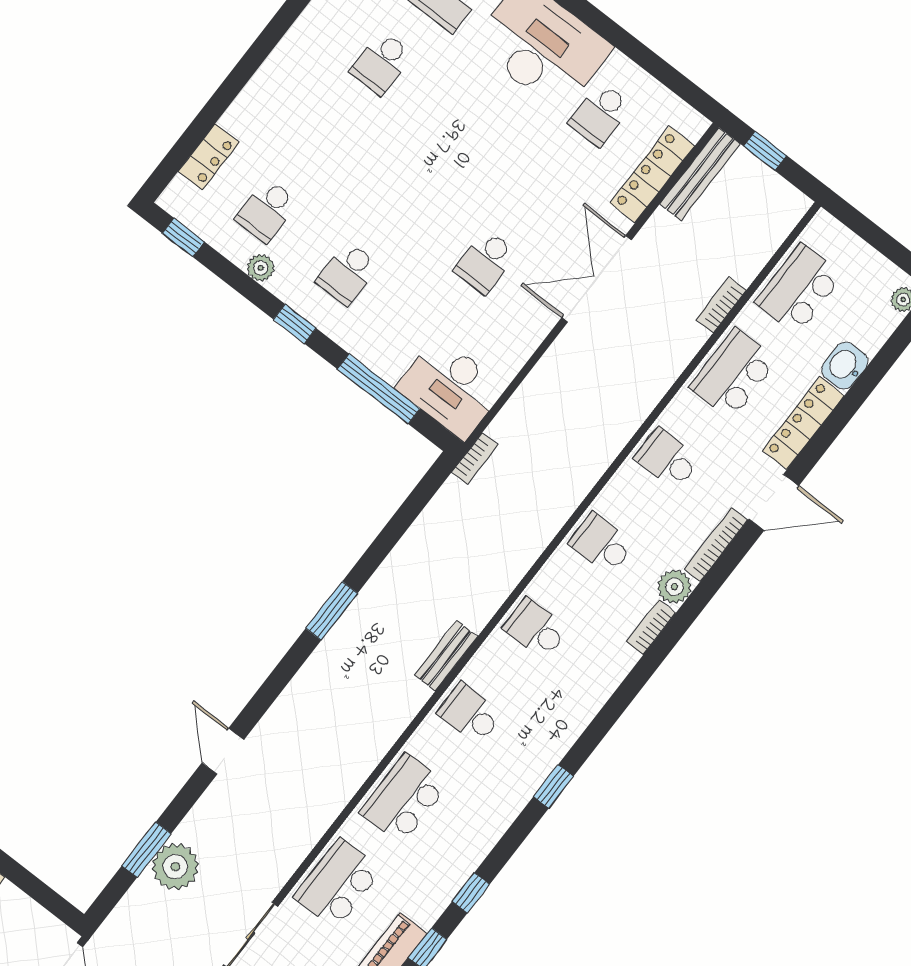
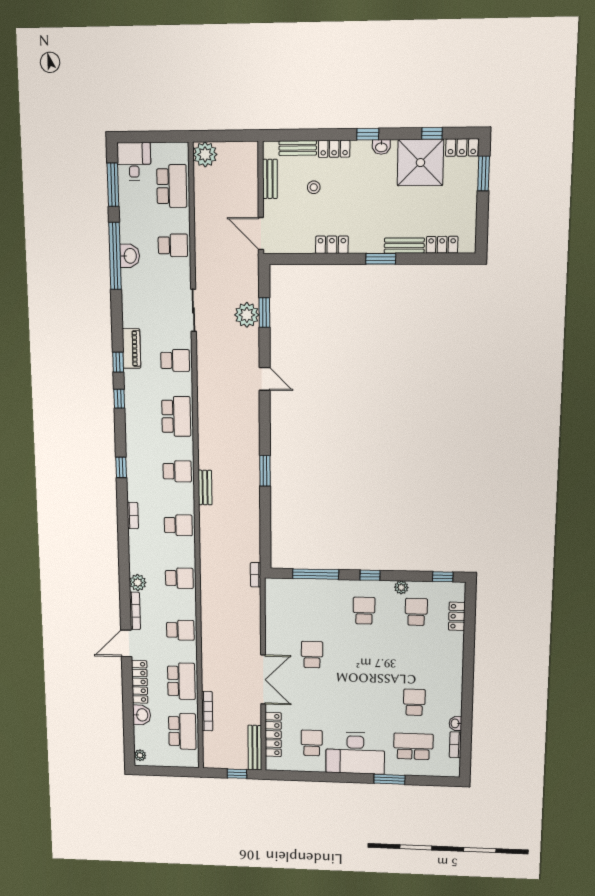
bookcase: (721, 305) -> (207, 711), width x1.56
desk: (450, 388) -> (287, 595), removed
bookcase: (651, 627) -> (133, 516), moved
school desk: (338, 884) -> (175, 360), width x0.54

